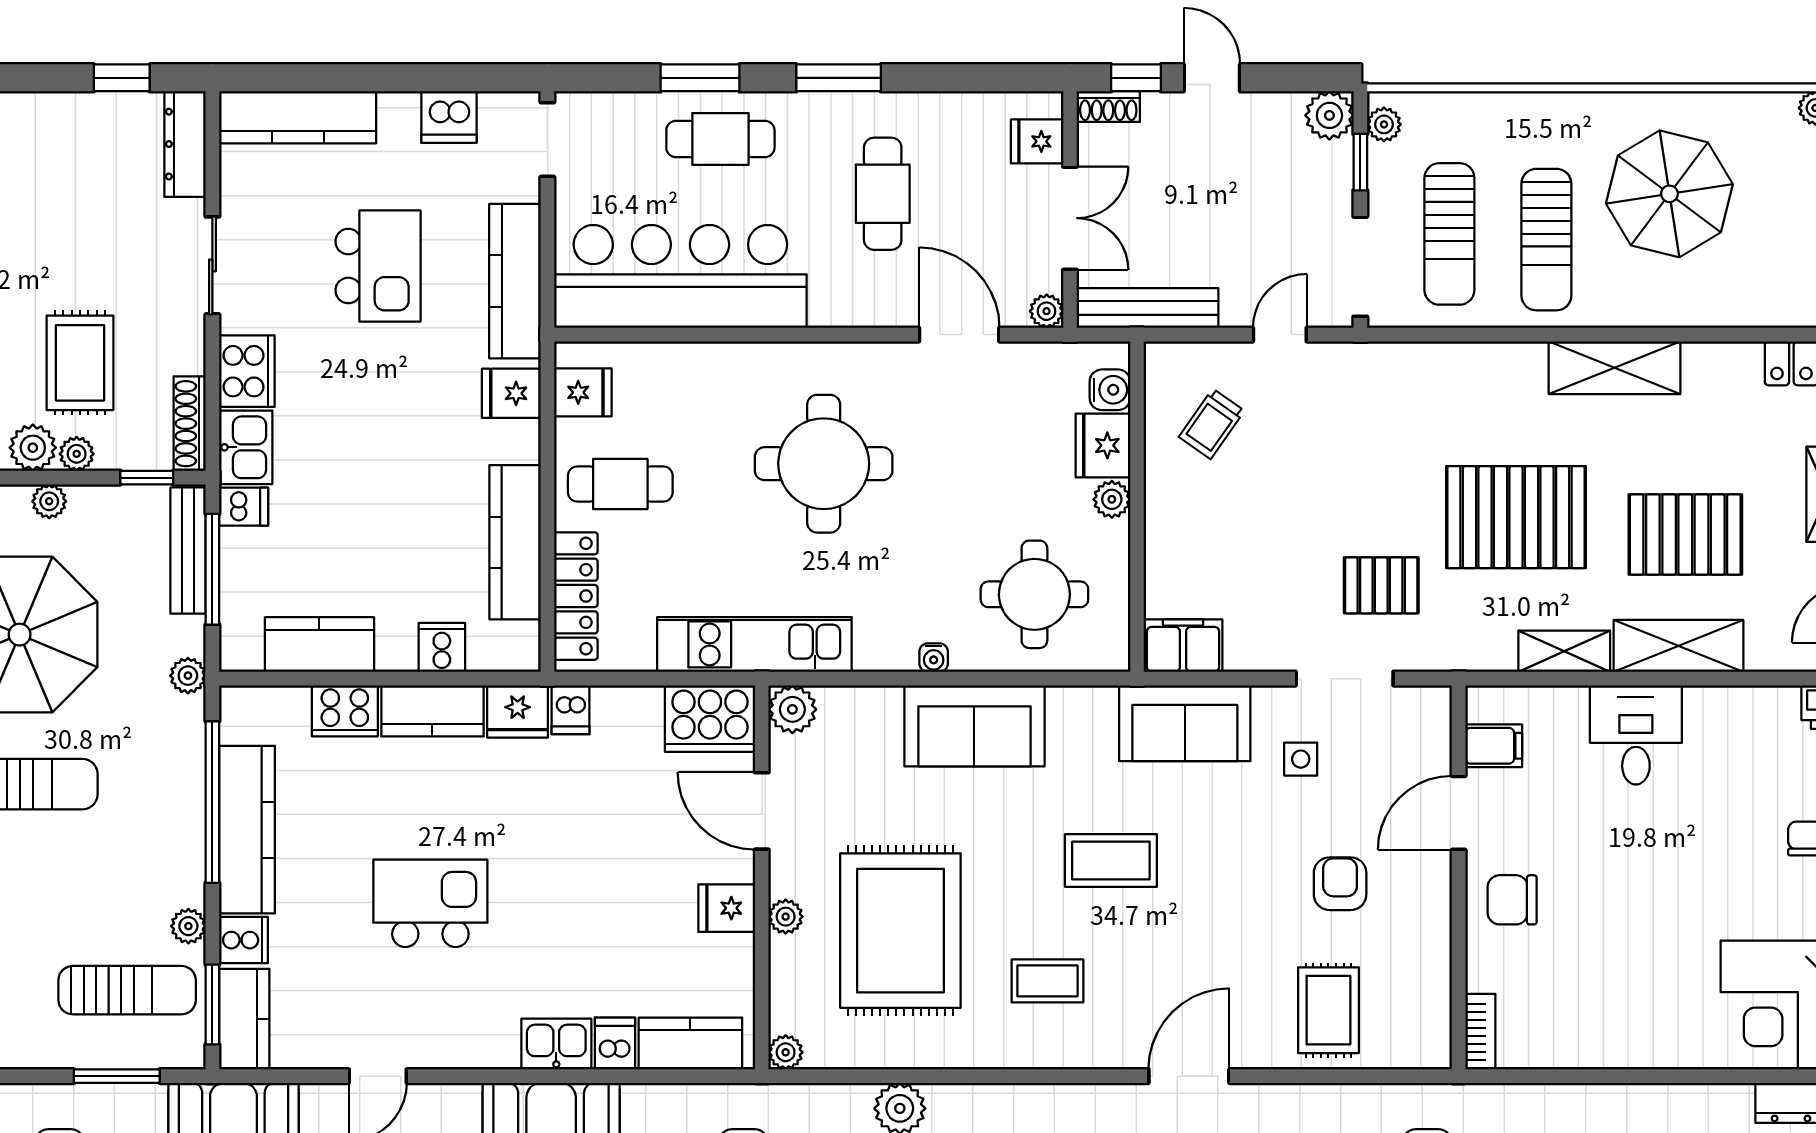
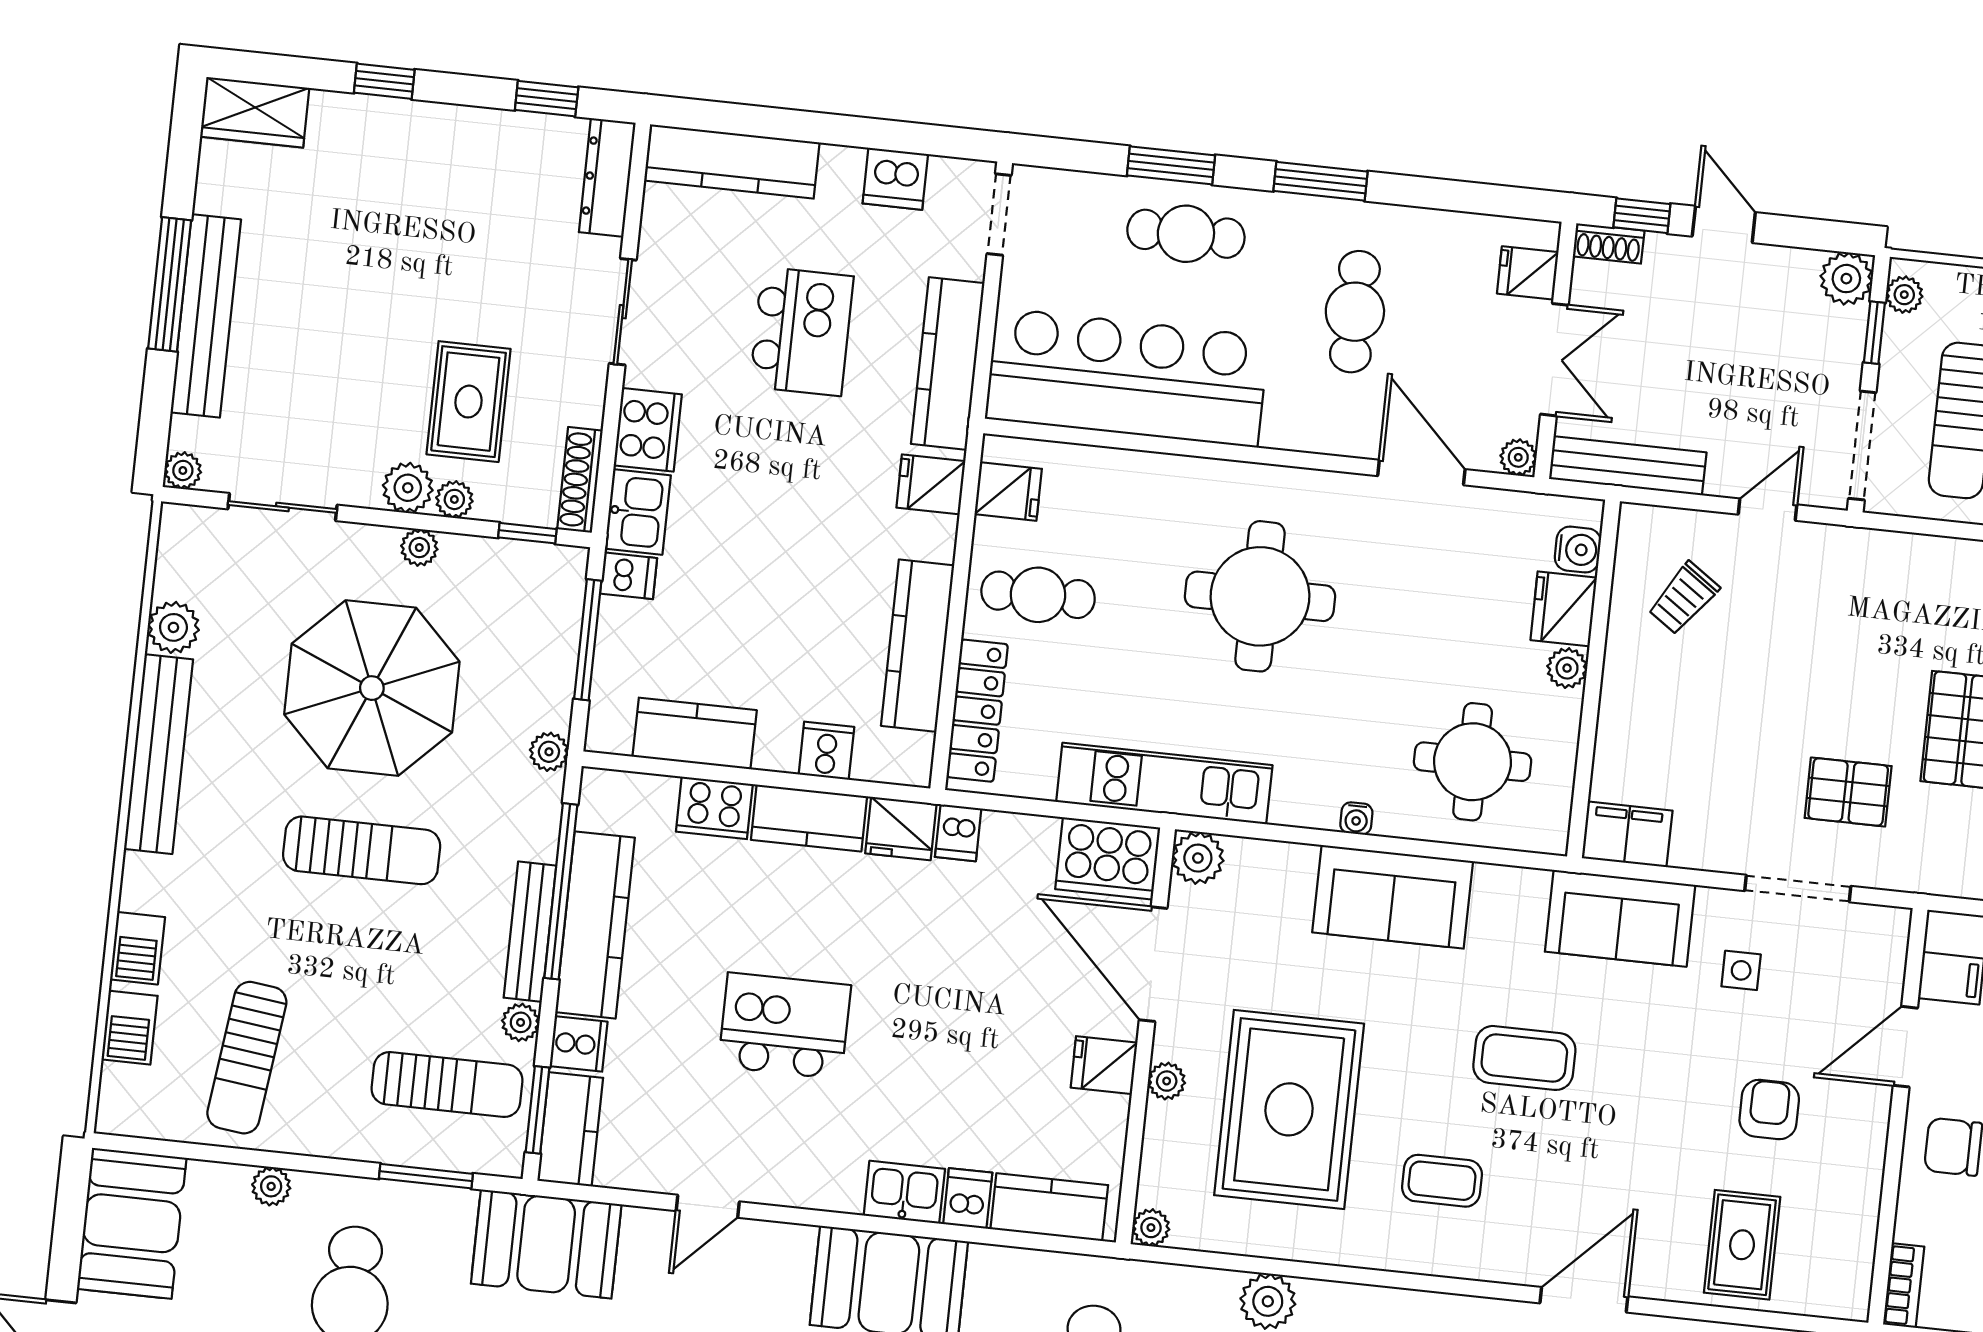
bench: (188, 551) -> (530, 932), moved
door: (762, 811) -> (1153, 964), width x1.36

